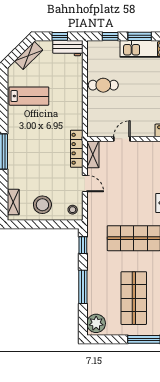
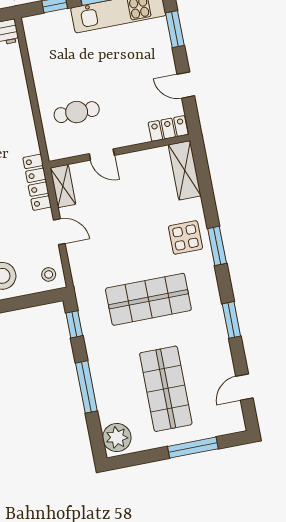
cafe table: (103, 85) -> (77, 112), moved
door: (122, 139) -> (102, 154), swing flipped

